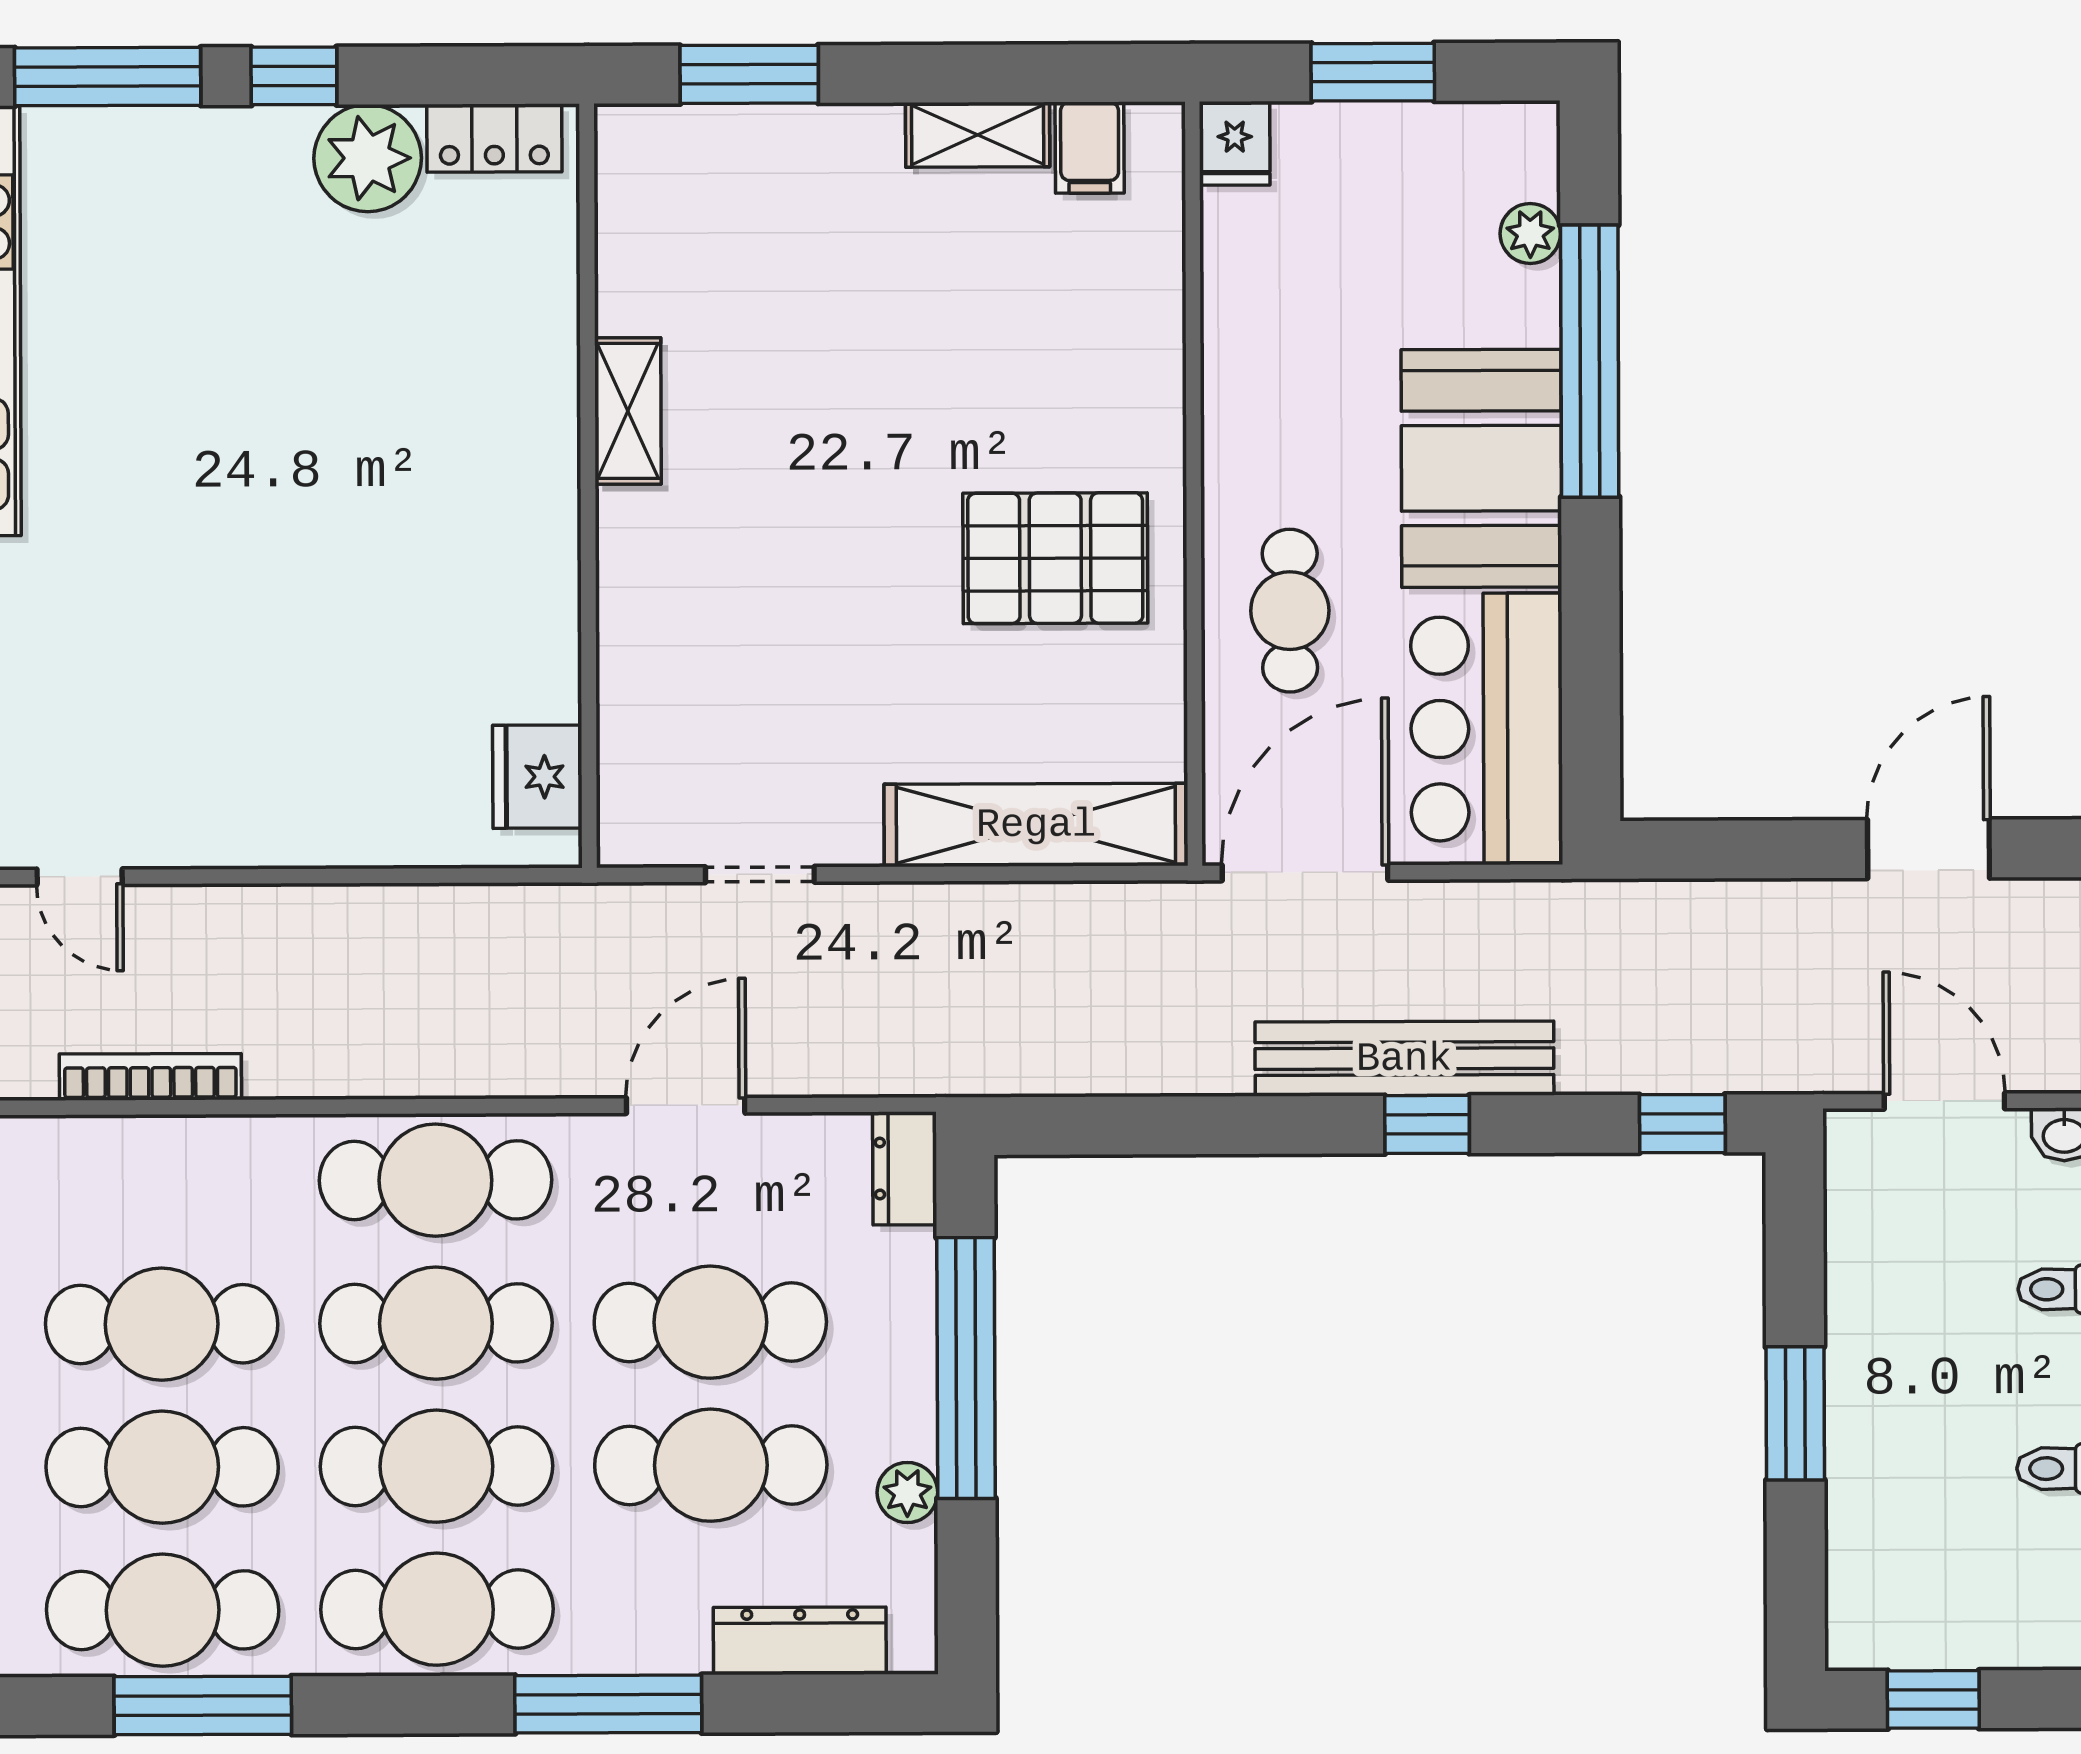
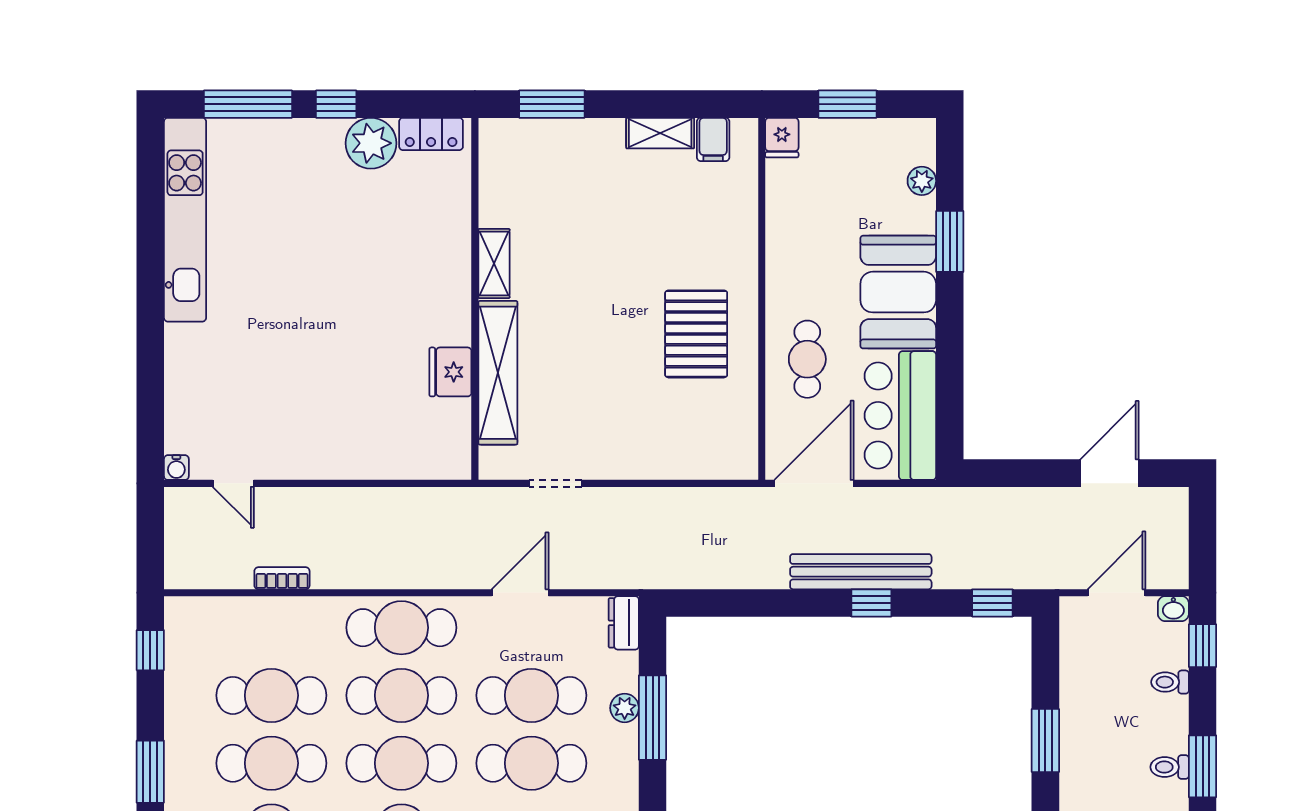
window: (1590, 361) -> (950, 241), width x0.47
pallet: (1055, 558) -> (696, 334), turned 90
fridge: (537, 777) -> (450, 372), moved
shelving: (1036, 825) -> (498, 373), moved, turned 90
bookcase: (150, 1077) -> (282, 578), width x0.64
door: (1944, 1101) -> (1117, 593), hinge flipped
window: (966, 1368) -> (653, 718), width x0.68
plant: (907, 1493) -> (625, 708), moved

